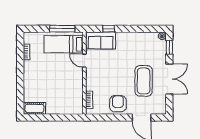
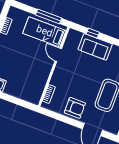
sofa: (101, 40) -> (95, 47), moved
armchair: (118, 104) -> (75, 108), turned 90

